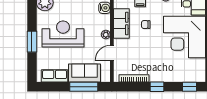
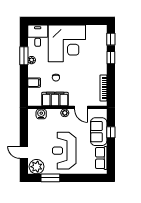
window: (32, 42) -> (50, 178), moved
window: (84, 87) -> (111, 132), width x0.46
window: (157, 87) -> (111, 58), moved

